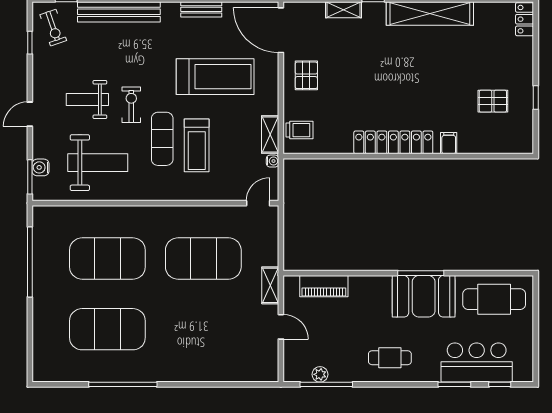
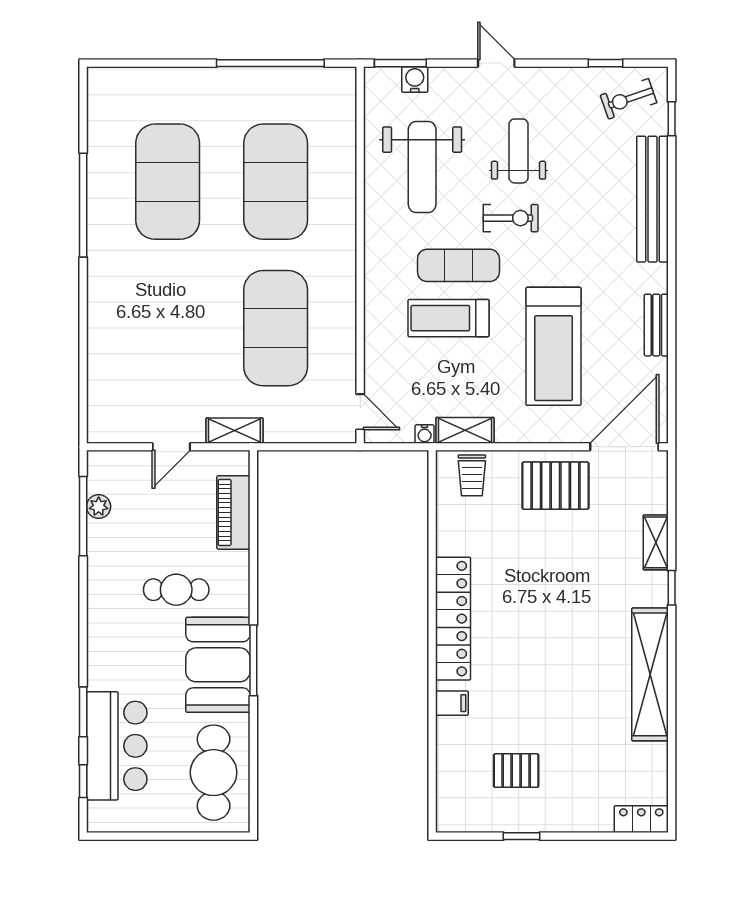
pallet: (306, 75) -> (555, 486), width x1.50, depth x1.42
pallet: (493, 101) -> (516, 771), turned 90
cafe table: (390, 358) -> (176, 590), moved, turned 90

